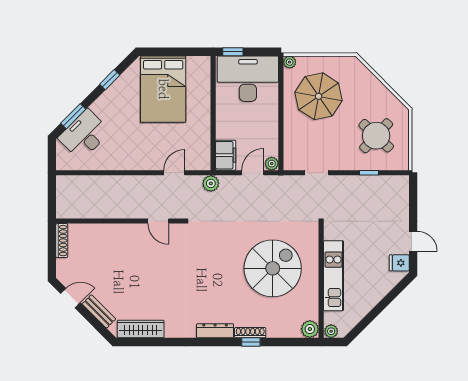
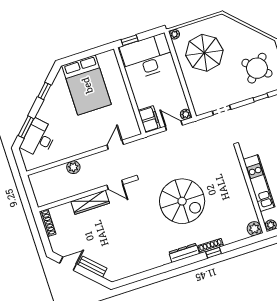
door: (253, 173) -> (174, 126), hinge flipped
plant: (211, 183) -> (73, 167), moved
spiral stairs: (273, 268) -> (182, 201), moved, turned 90
wardrobe: (141, 329) -> (90, 202), moved, turned 180

